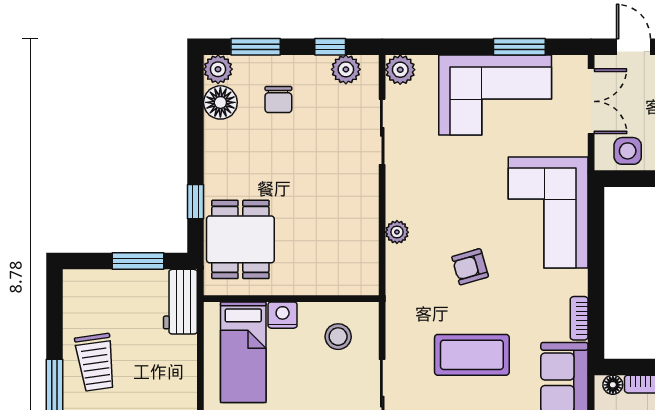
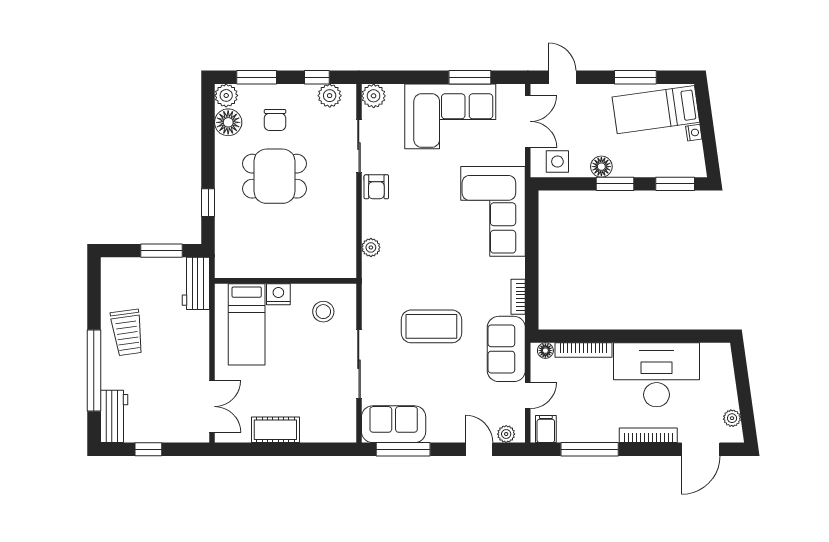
plant: (397, 232) -> (371, 247), moved
dining table: (240, 239) -> (275, 176), moved, turned 90
armchair: (470, 267) -> (376, 187), moved, turned -74

